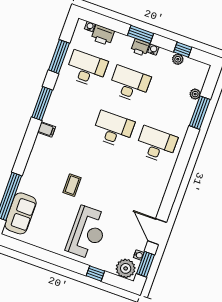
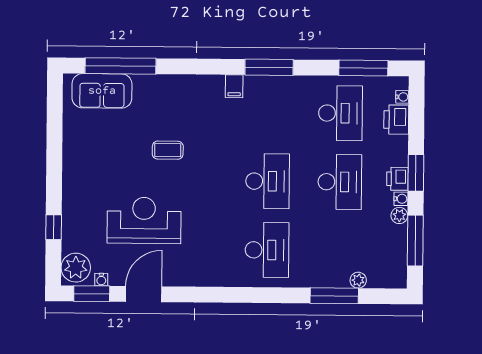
window: (183, 50) -> (415, 241), width x2.17
window: (59, 57) -> (363, 68), moved
plant: (178, 59) -> (399, 215), moved
reception desk: (87, 233) -> (144, 220), moved, turned 180

